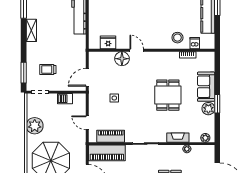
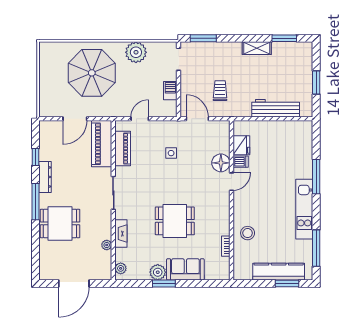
dishwasher: (195, 43) -> (241, 162), moved
trolley: (48, 70) -> (220, 91), moved

